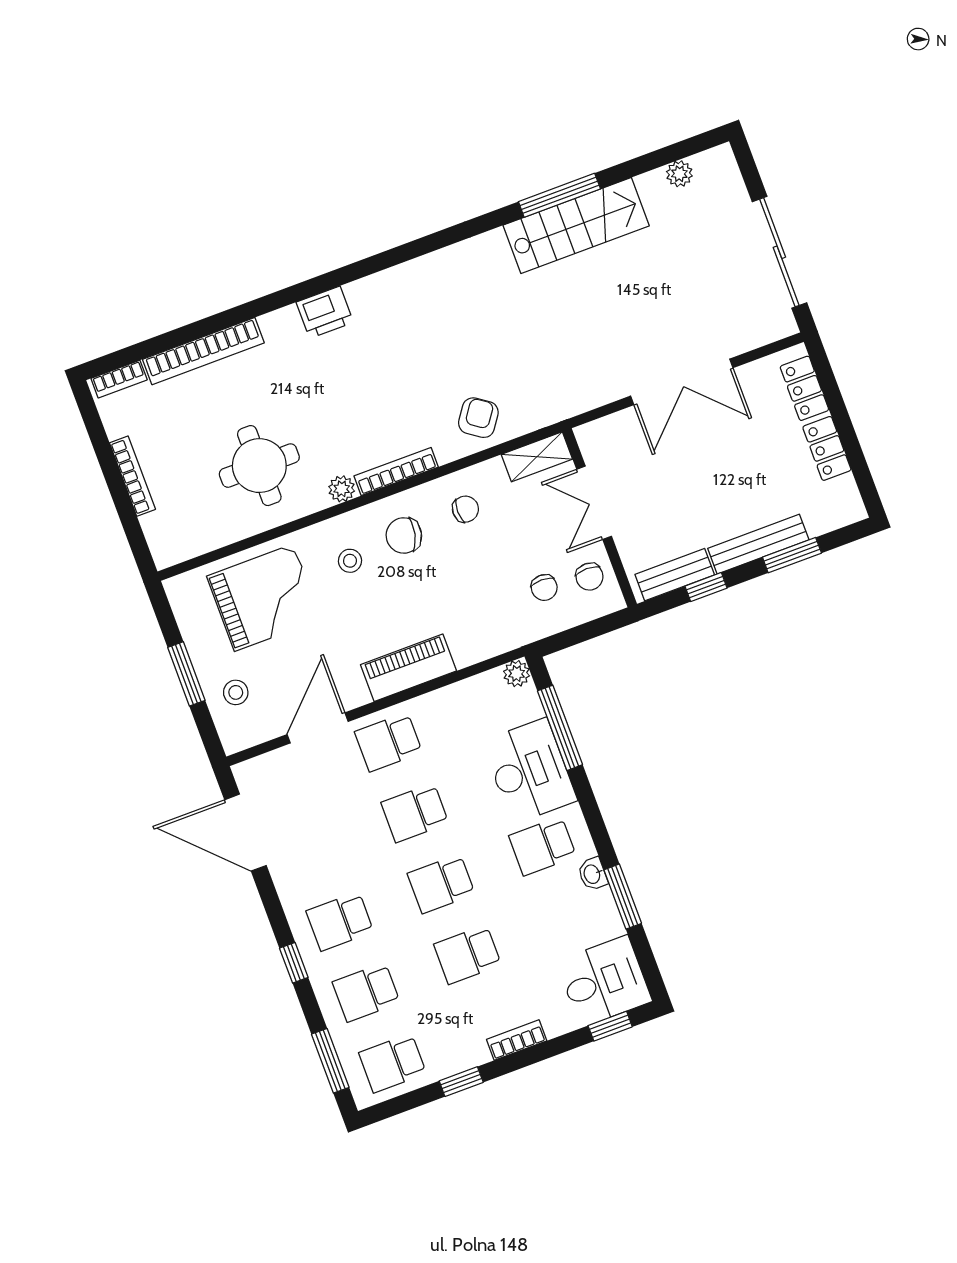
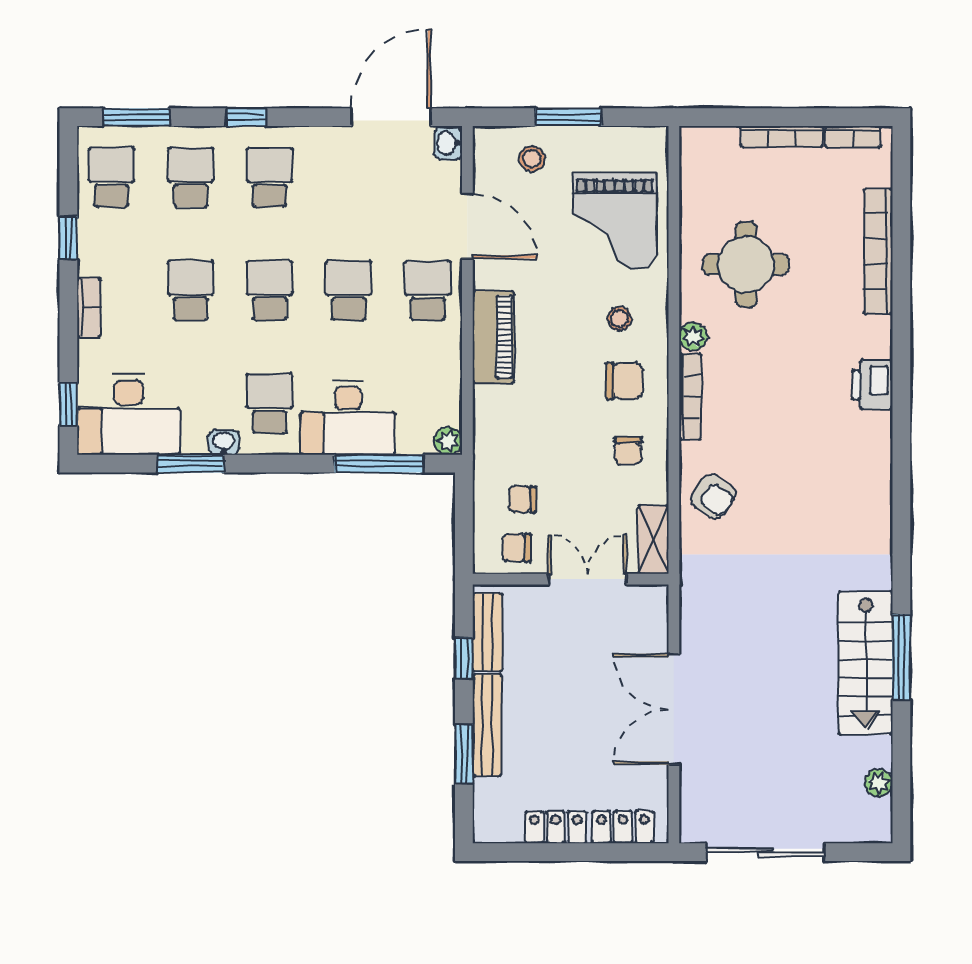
bookcase: (119, 379) -> (853, 137), moved, turned -90
chair: (404, 535) -> (625, 381), turned 77
washbasin: (250, 773) -> (448, 143), added
desk: (604, 981) -> (129, 414), width x1.37

